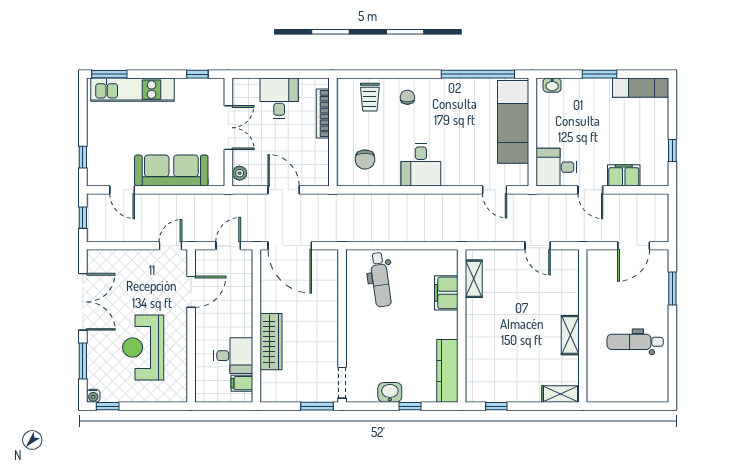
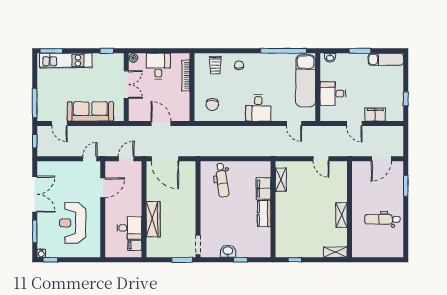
window: (83, 157) -> (35, 103), width x2.17
desk: (421, 165) -> (258, 108), moved
desk: (557, 167) -> (333, 93), moved
plant: (240, 173) -> (133, 58), moved
kitchen counter: (447, 371) -> (264, 214), moved, width x0.67

